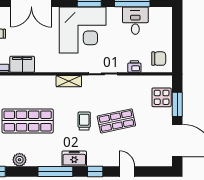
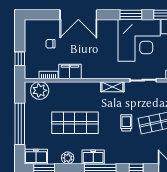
corner desk: (83, 30) -> (139, 40), moved
freezer: (74, 159) -> (93, 157), moved

